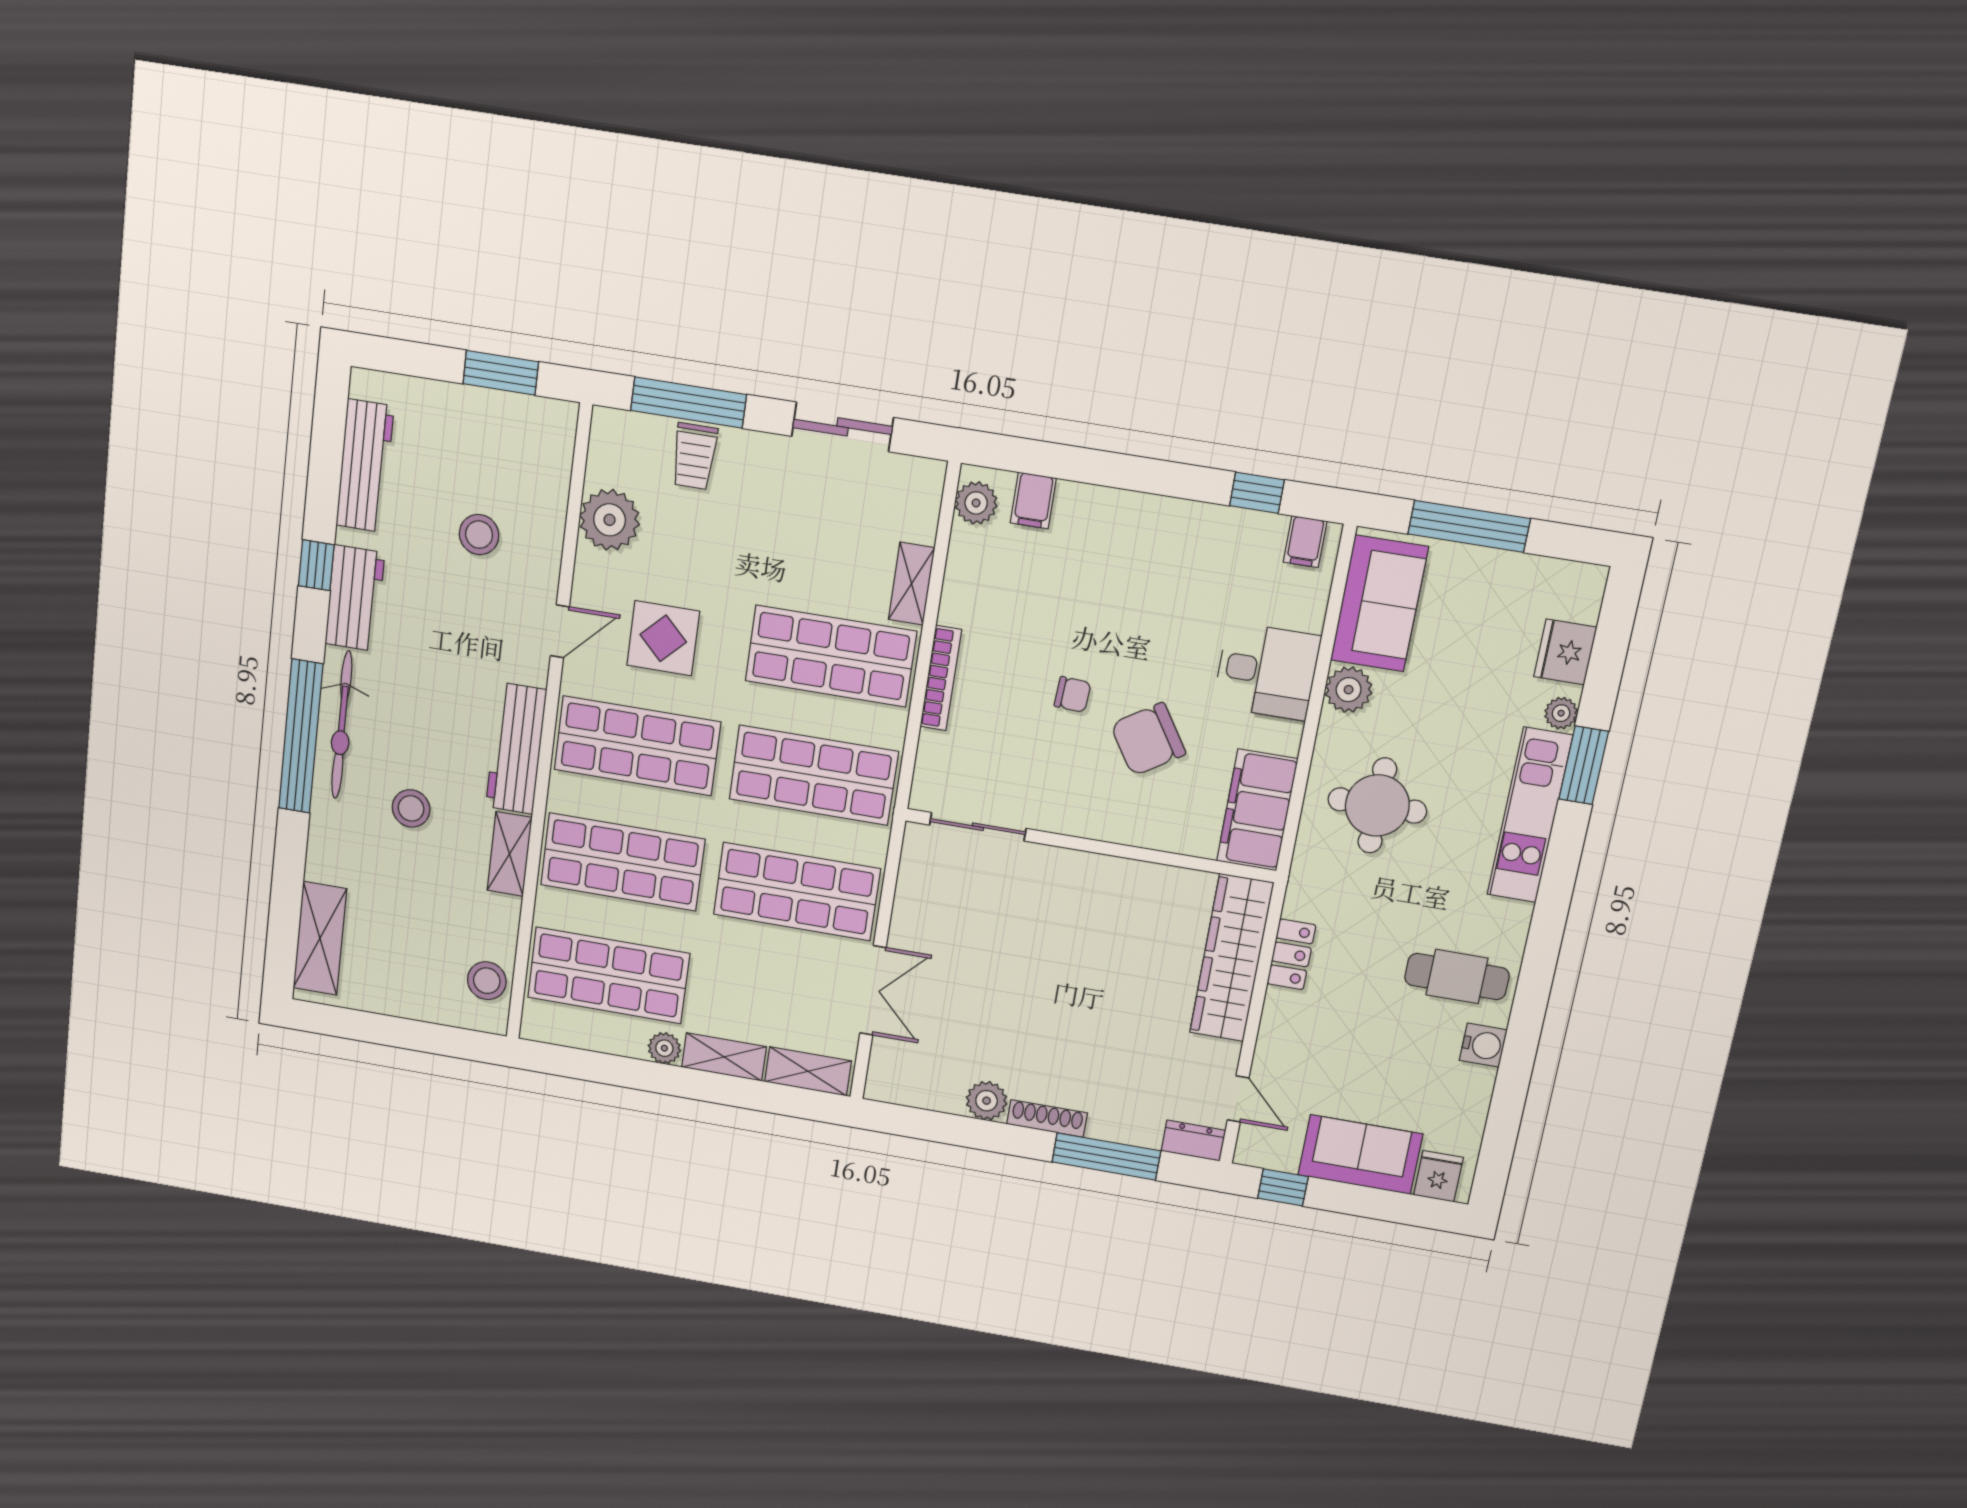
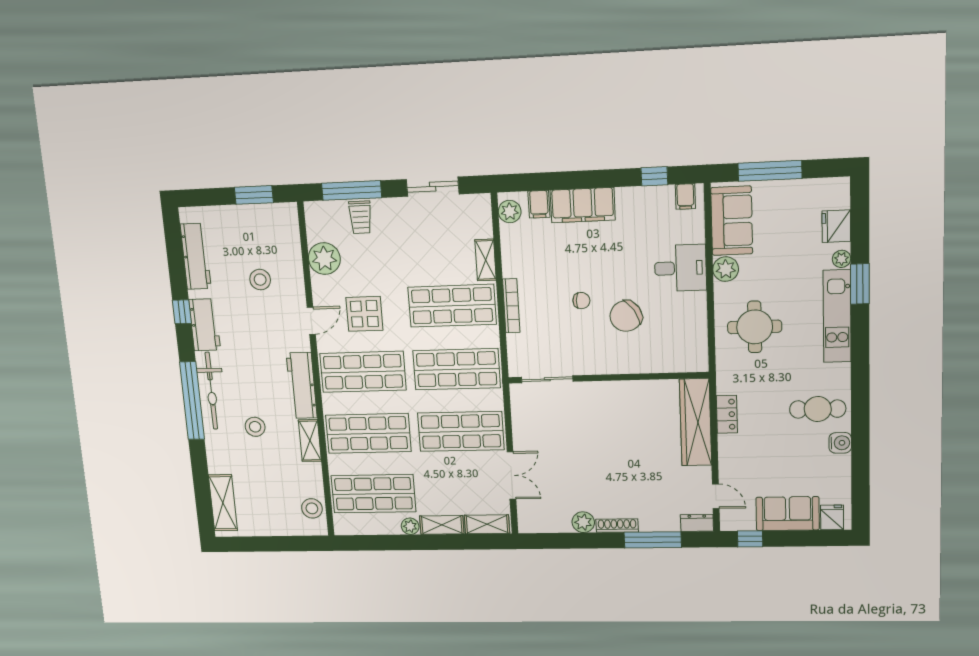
filing cabinet: (1257, 810) -> (583, 205), moved, turned -90

